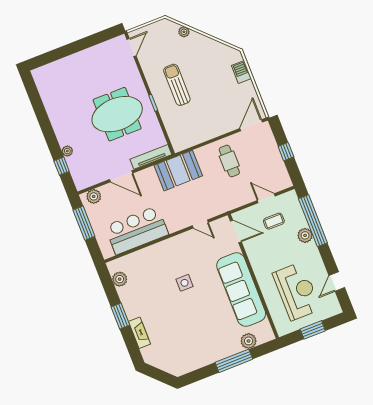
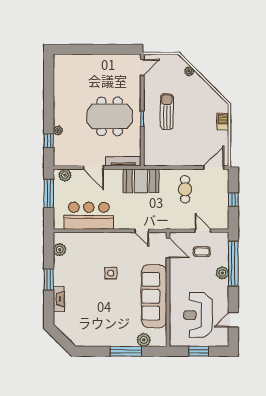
reception desk: (297, 291) -> (198, 315), turned 180

